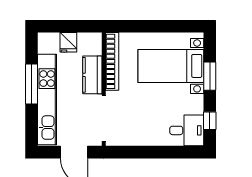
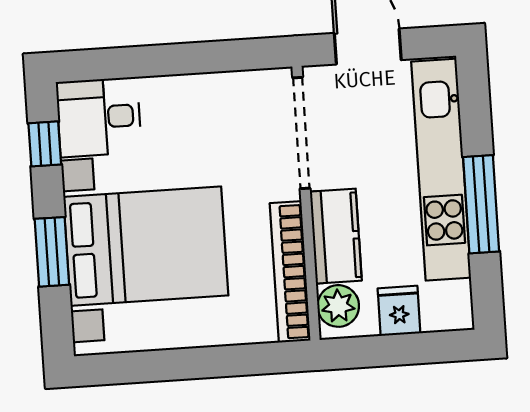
plant: (93, 46) -> (338, 306), added
bed with nightstands: (171, 66) -> (146, 246), width x1.36

